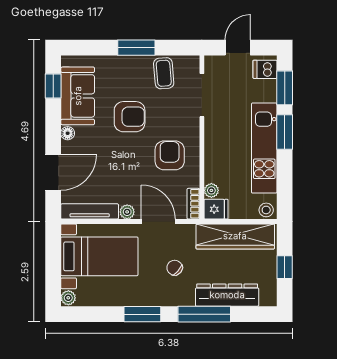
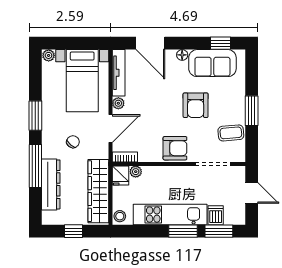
dishwasher: (265, 69) -> (216, 215), moved
armchair: (170, 155) -> (175, 148), moved

